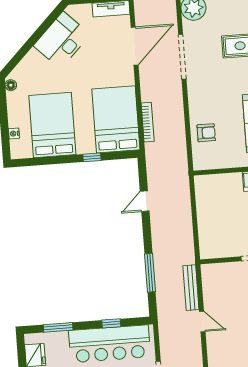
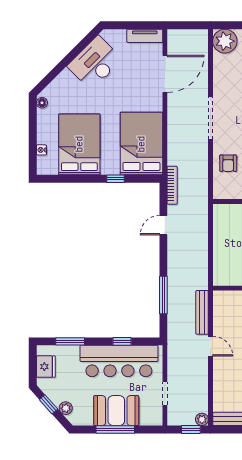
doorway: (182, 57) -> (211, 118), moved
bookcase: (148, 122) -> (172, 185), moved
armchair: (206, 133) -> (228, 163), turned 90

